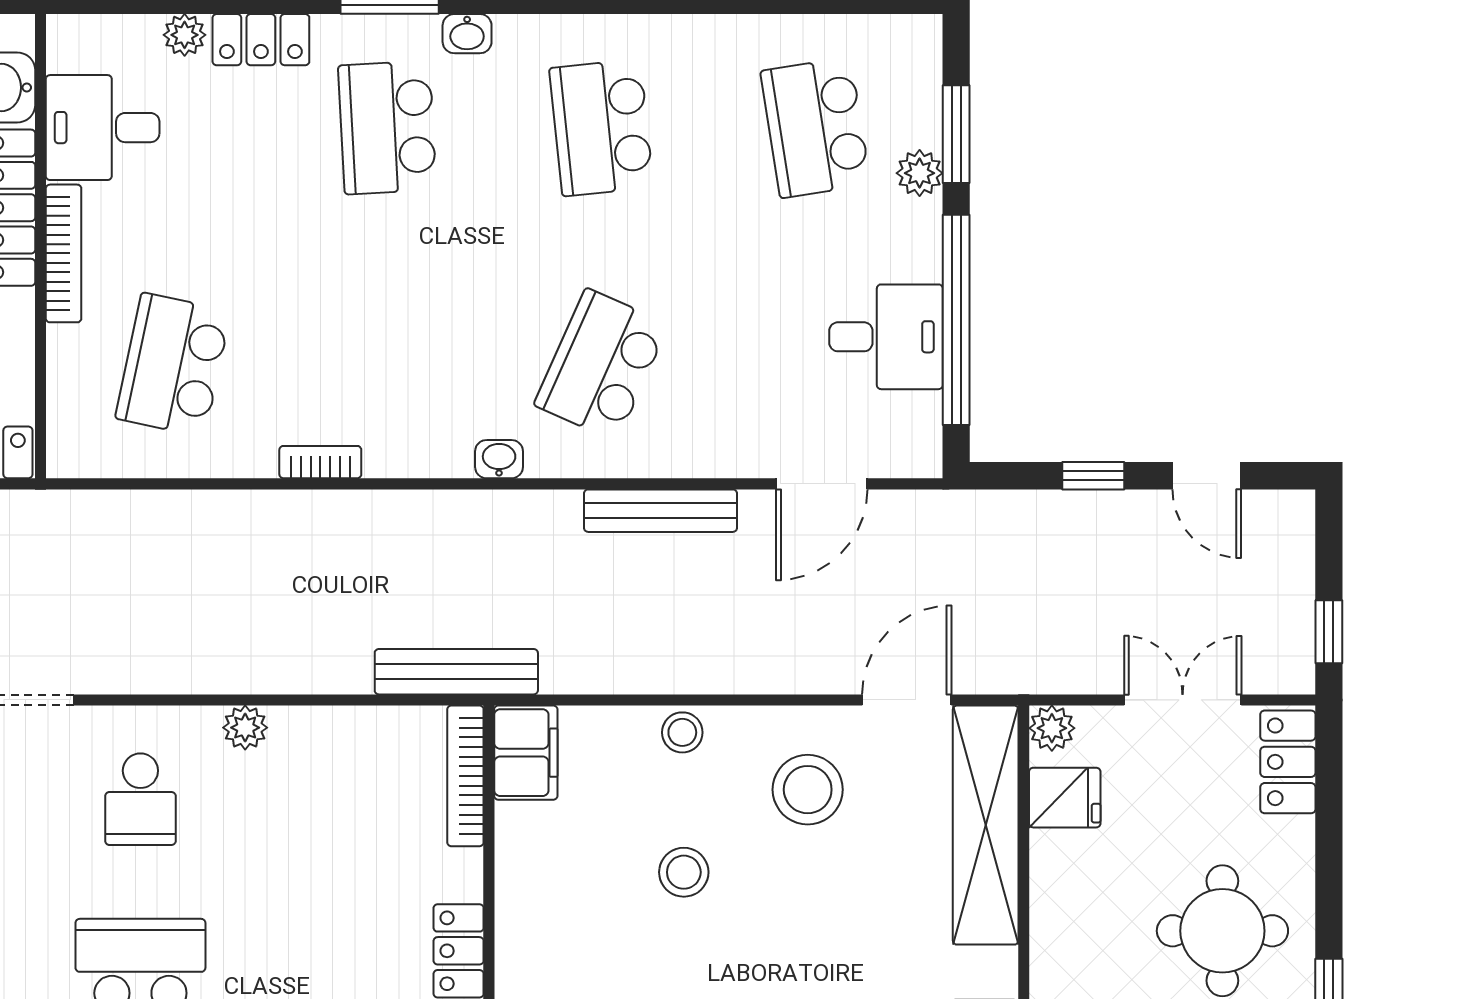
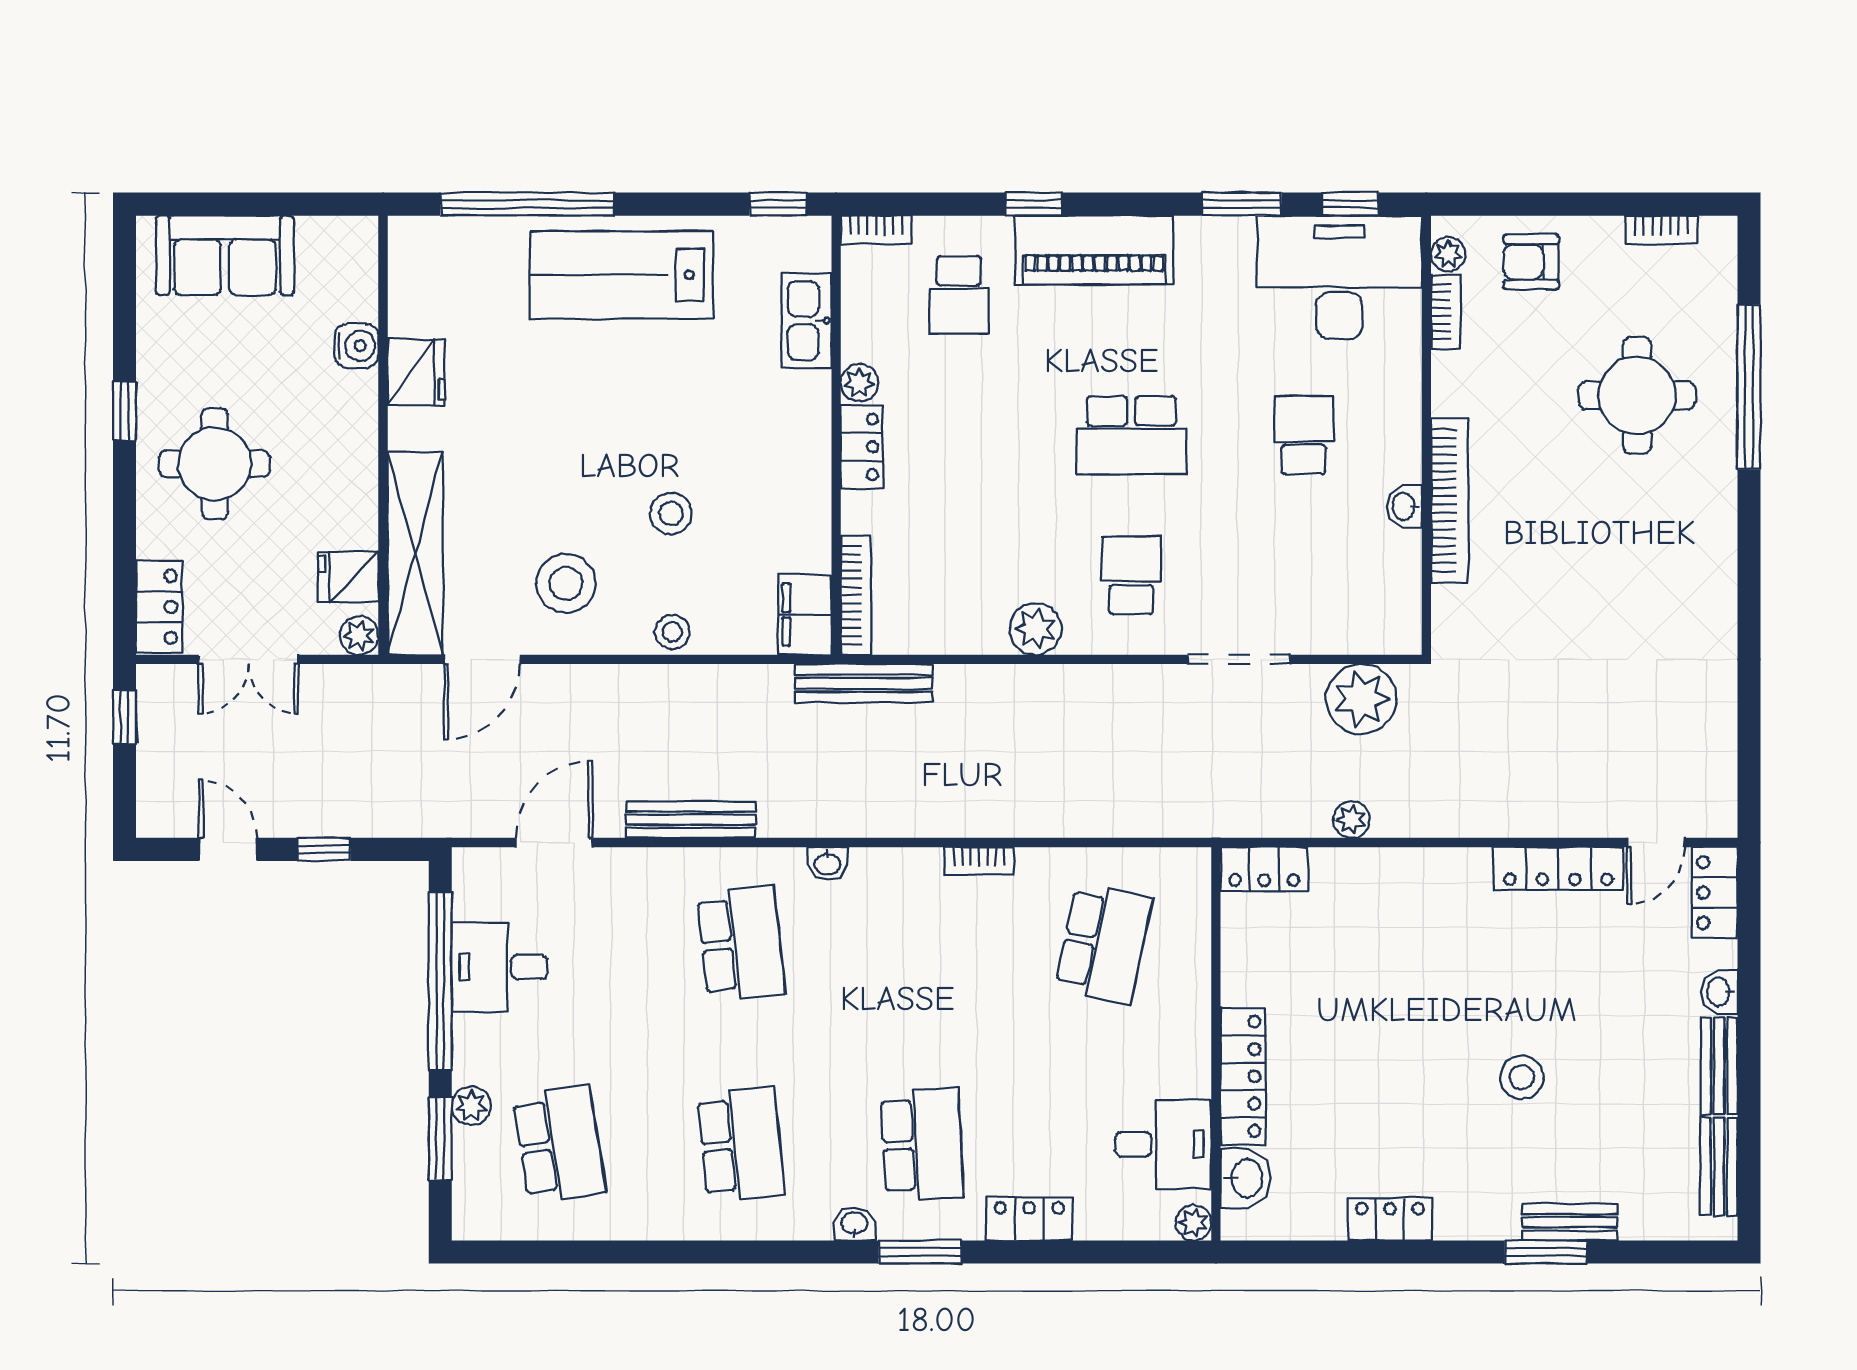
plant: (185, 35) -> (1194, 1223), moved
bookcase: (64, 253) -> (1196, 1038), removed
school desk: (601, 365) -> (741, 943), turned -30
plant: (245, 728) -> (1036, 629), width x1.38, depth x1.38

